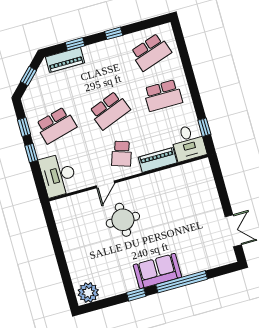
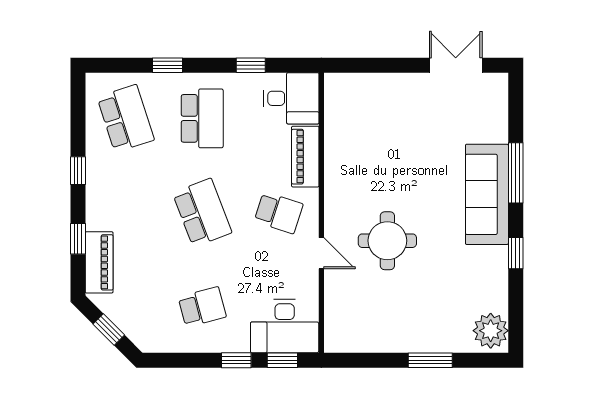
window: (188, 67) -> (168, 65), added
school desk: (56, 125) -> (202, 307), width x0.54
window: (24, 127) -> (282, 360), moved
window: (204, 127) -> (251, 65), moved
window: (62, 263) -> (430, 360), added
sofa: (157, 271) -> (487, 194), width x1.36
window: (182, 282) -> (516, 173), width x0.68

